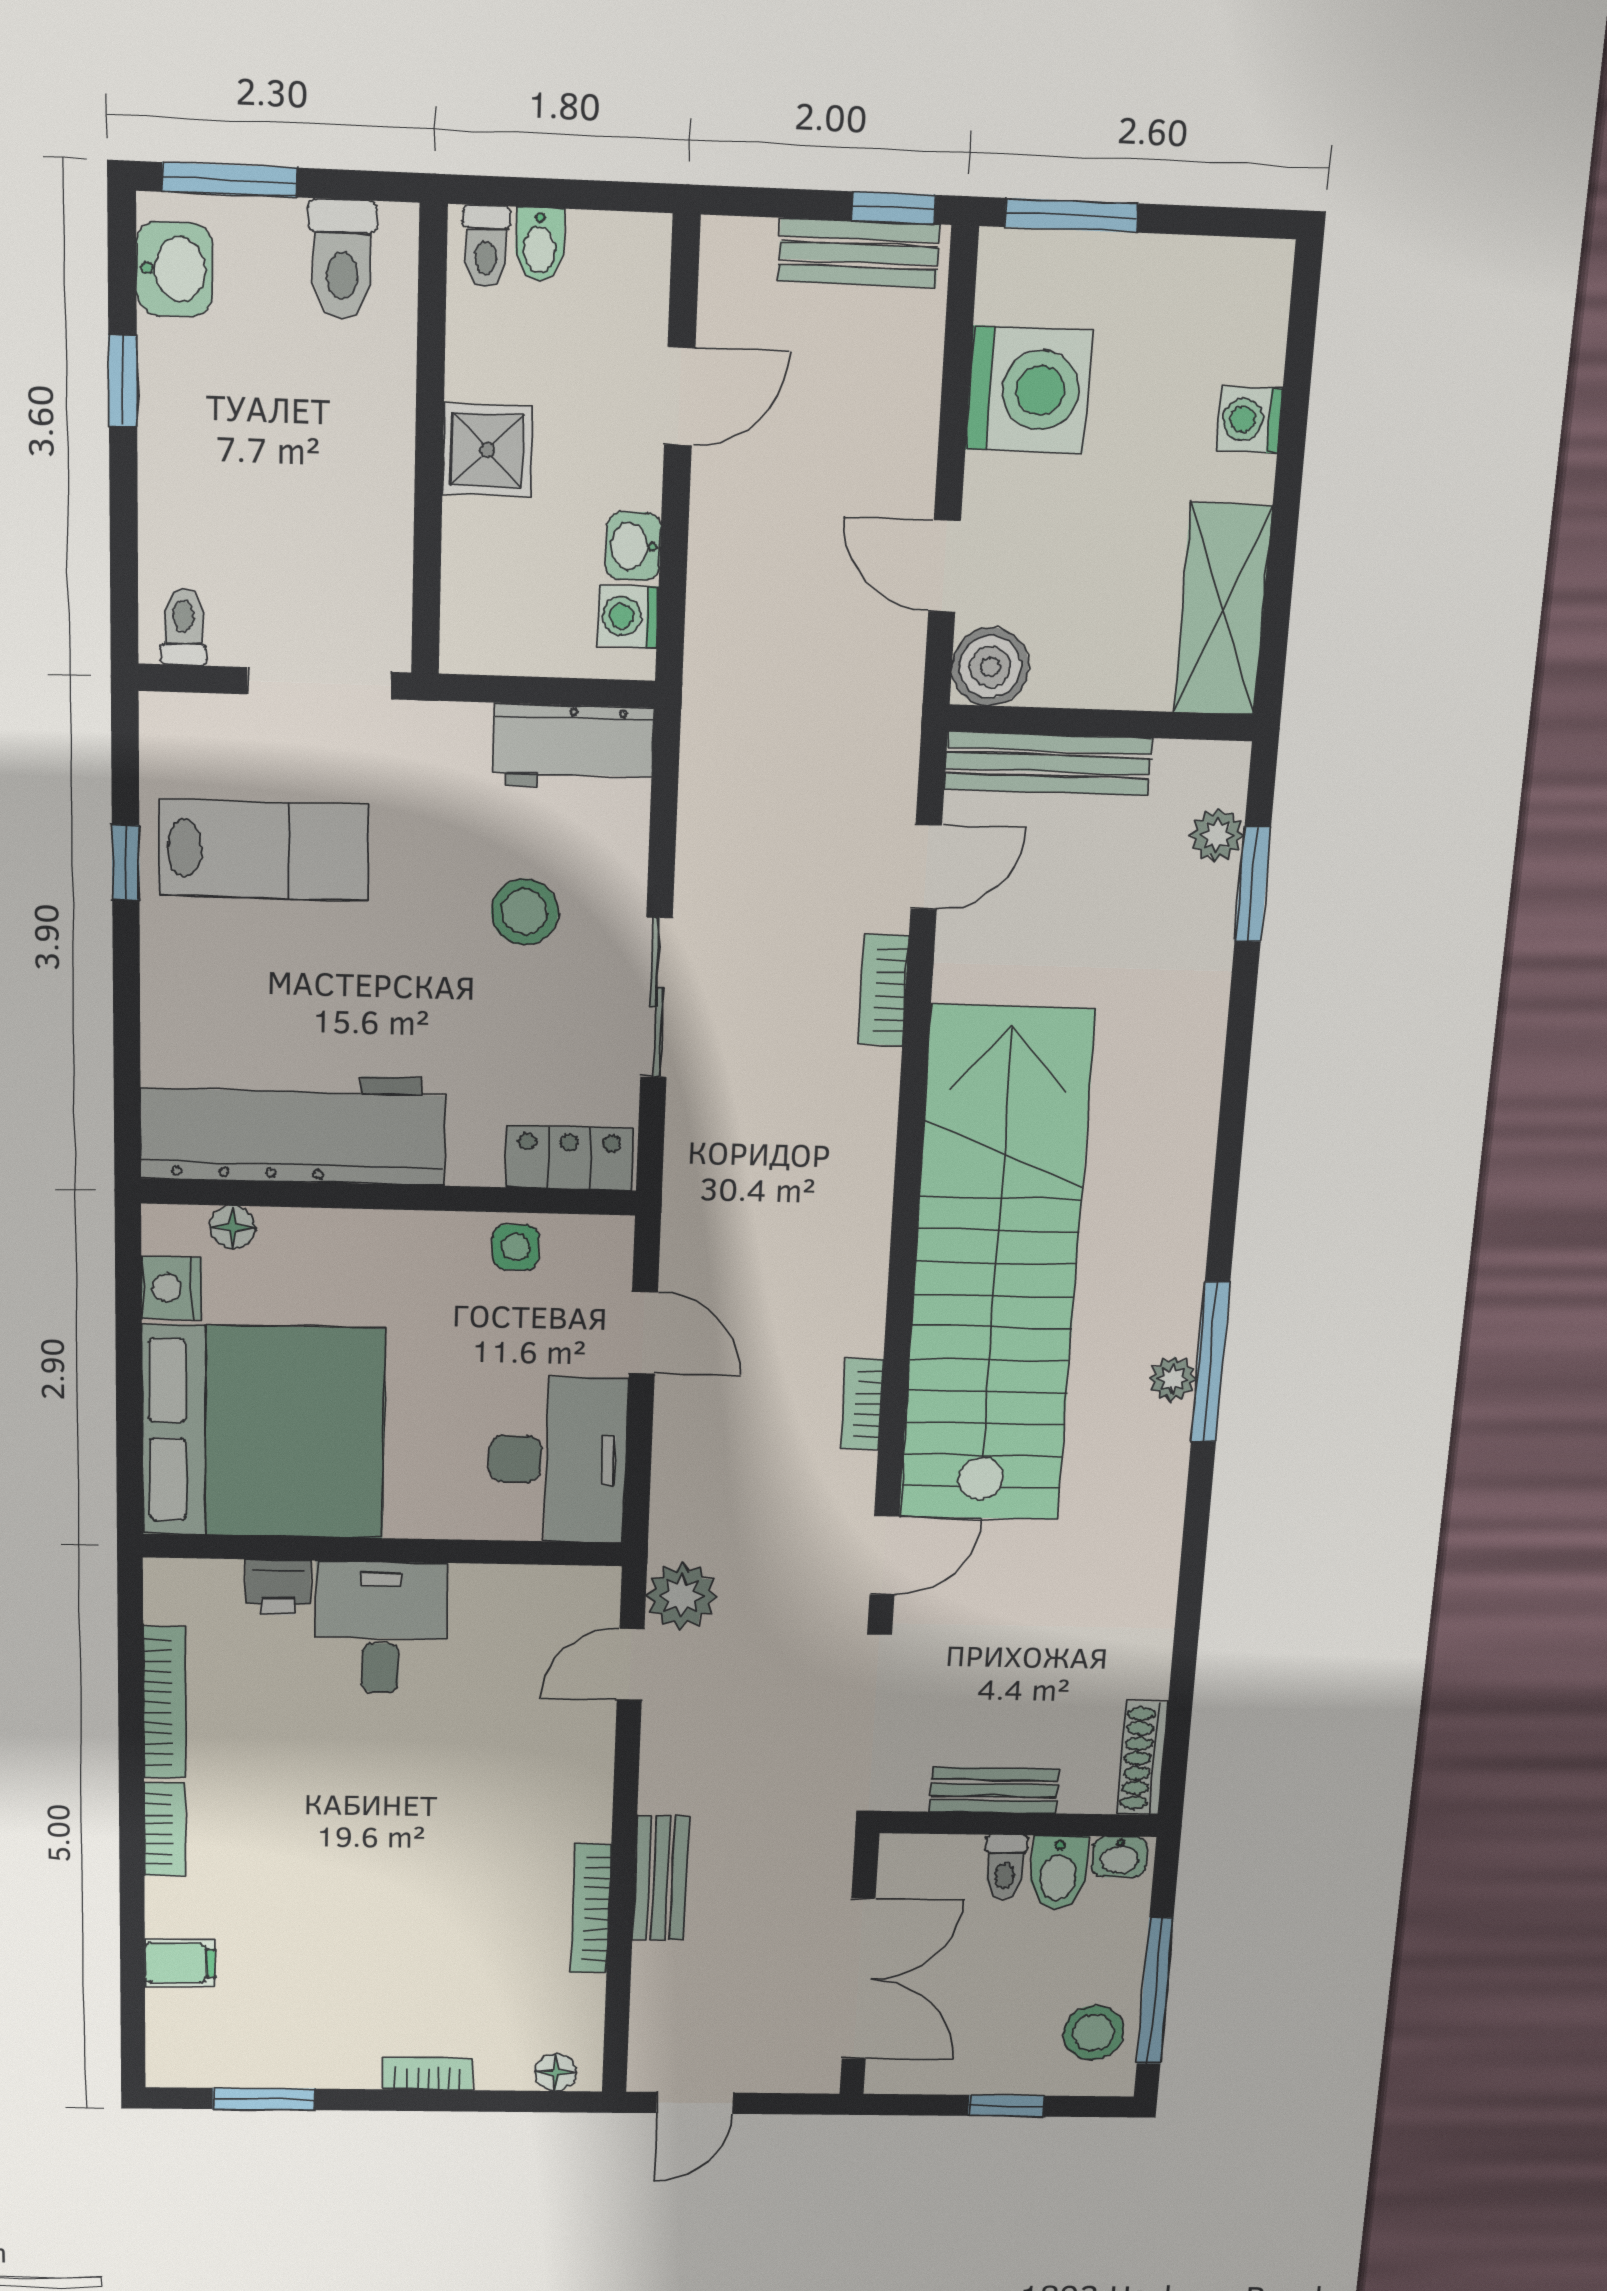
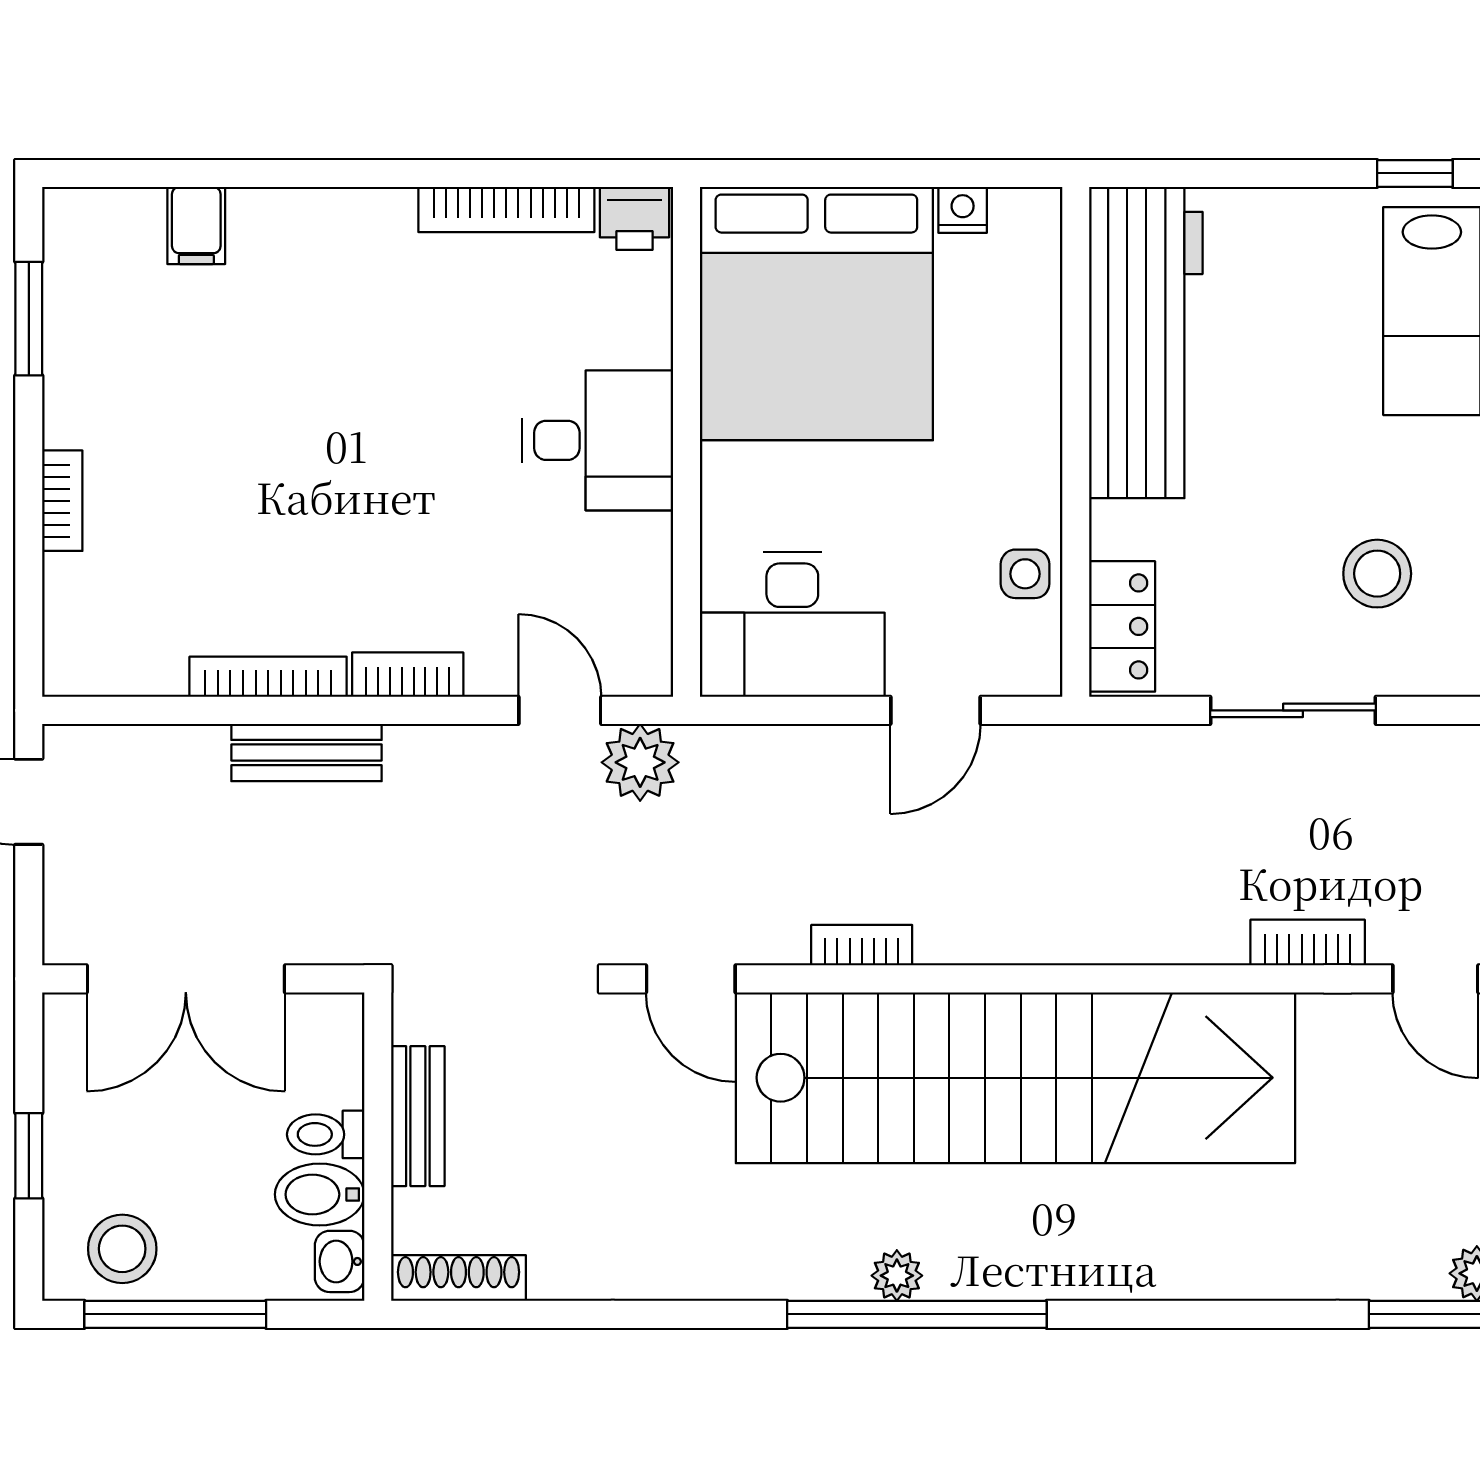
floor lamp: (233, 1227) -> (1039, 281), removed
nightstand: (171, 1288) -> (963, 210), width x0.72, depth x0.74
window: (1210, 1362) -> (917, 1314), width x1.46
printer: (278, 1587) -> (635, 218), moved, turned -90
bookcase: (165, 1829) -> (408, 675), moved, turned 180
floor lamp: (556, 2072) -> (65, 644), removed

